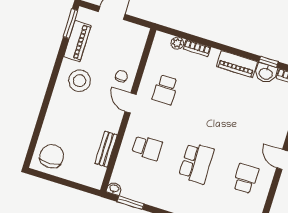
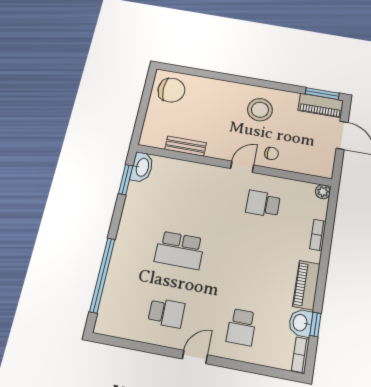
piano: (77, 41) -> (321, 105), moved
plant: (177, 43) -> (323, 192), moved
school desk: (147, 148) -> (241, 327), moved
washbasin: (114, 189) -> (142, 167), width x1.91, depth x1.45

